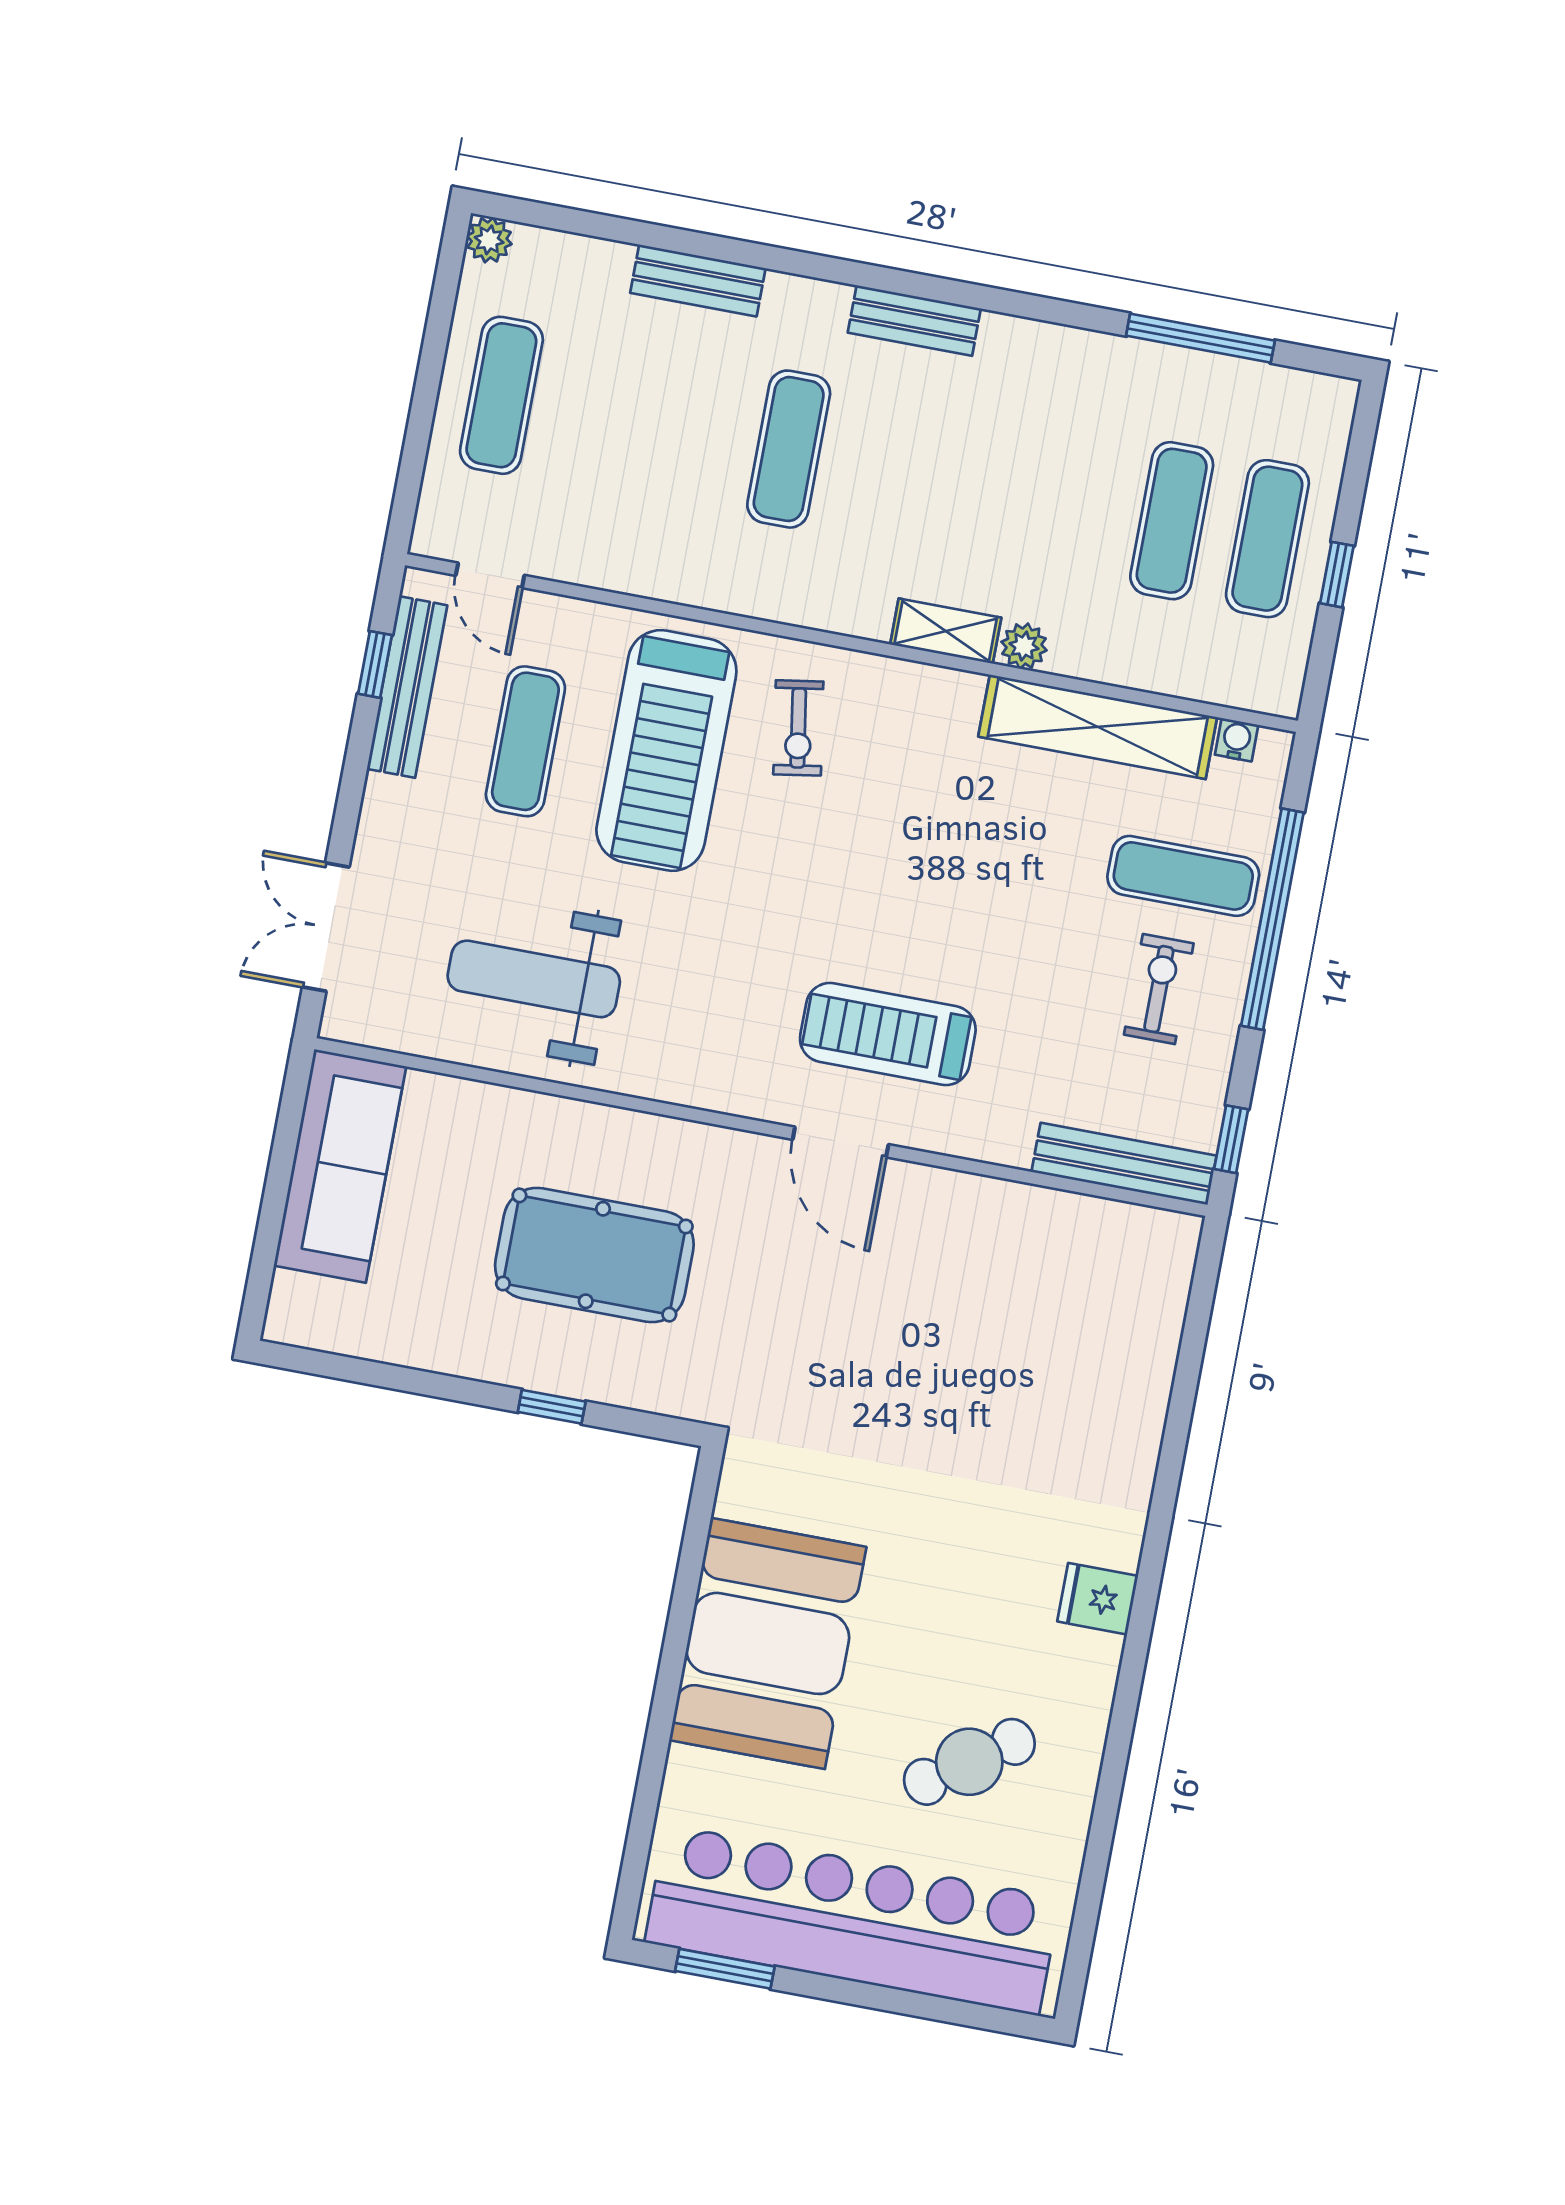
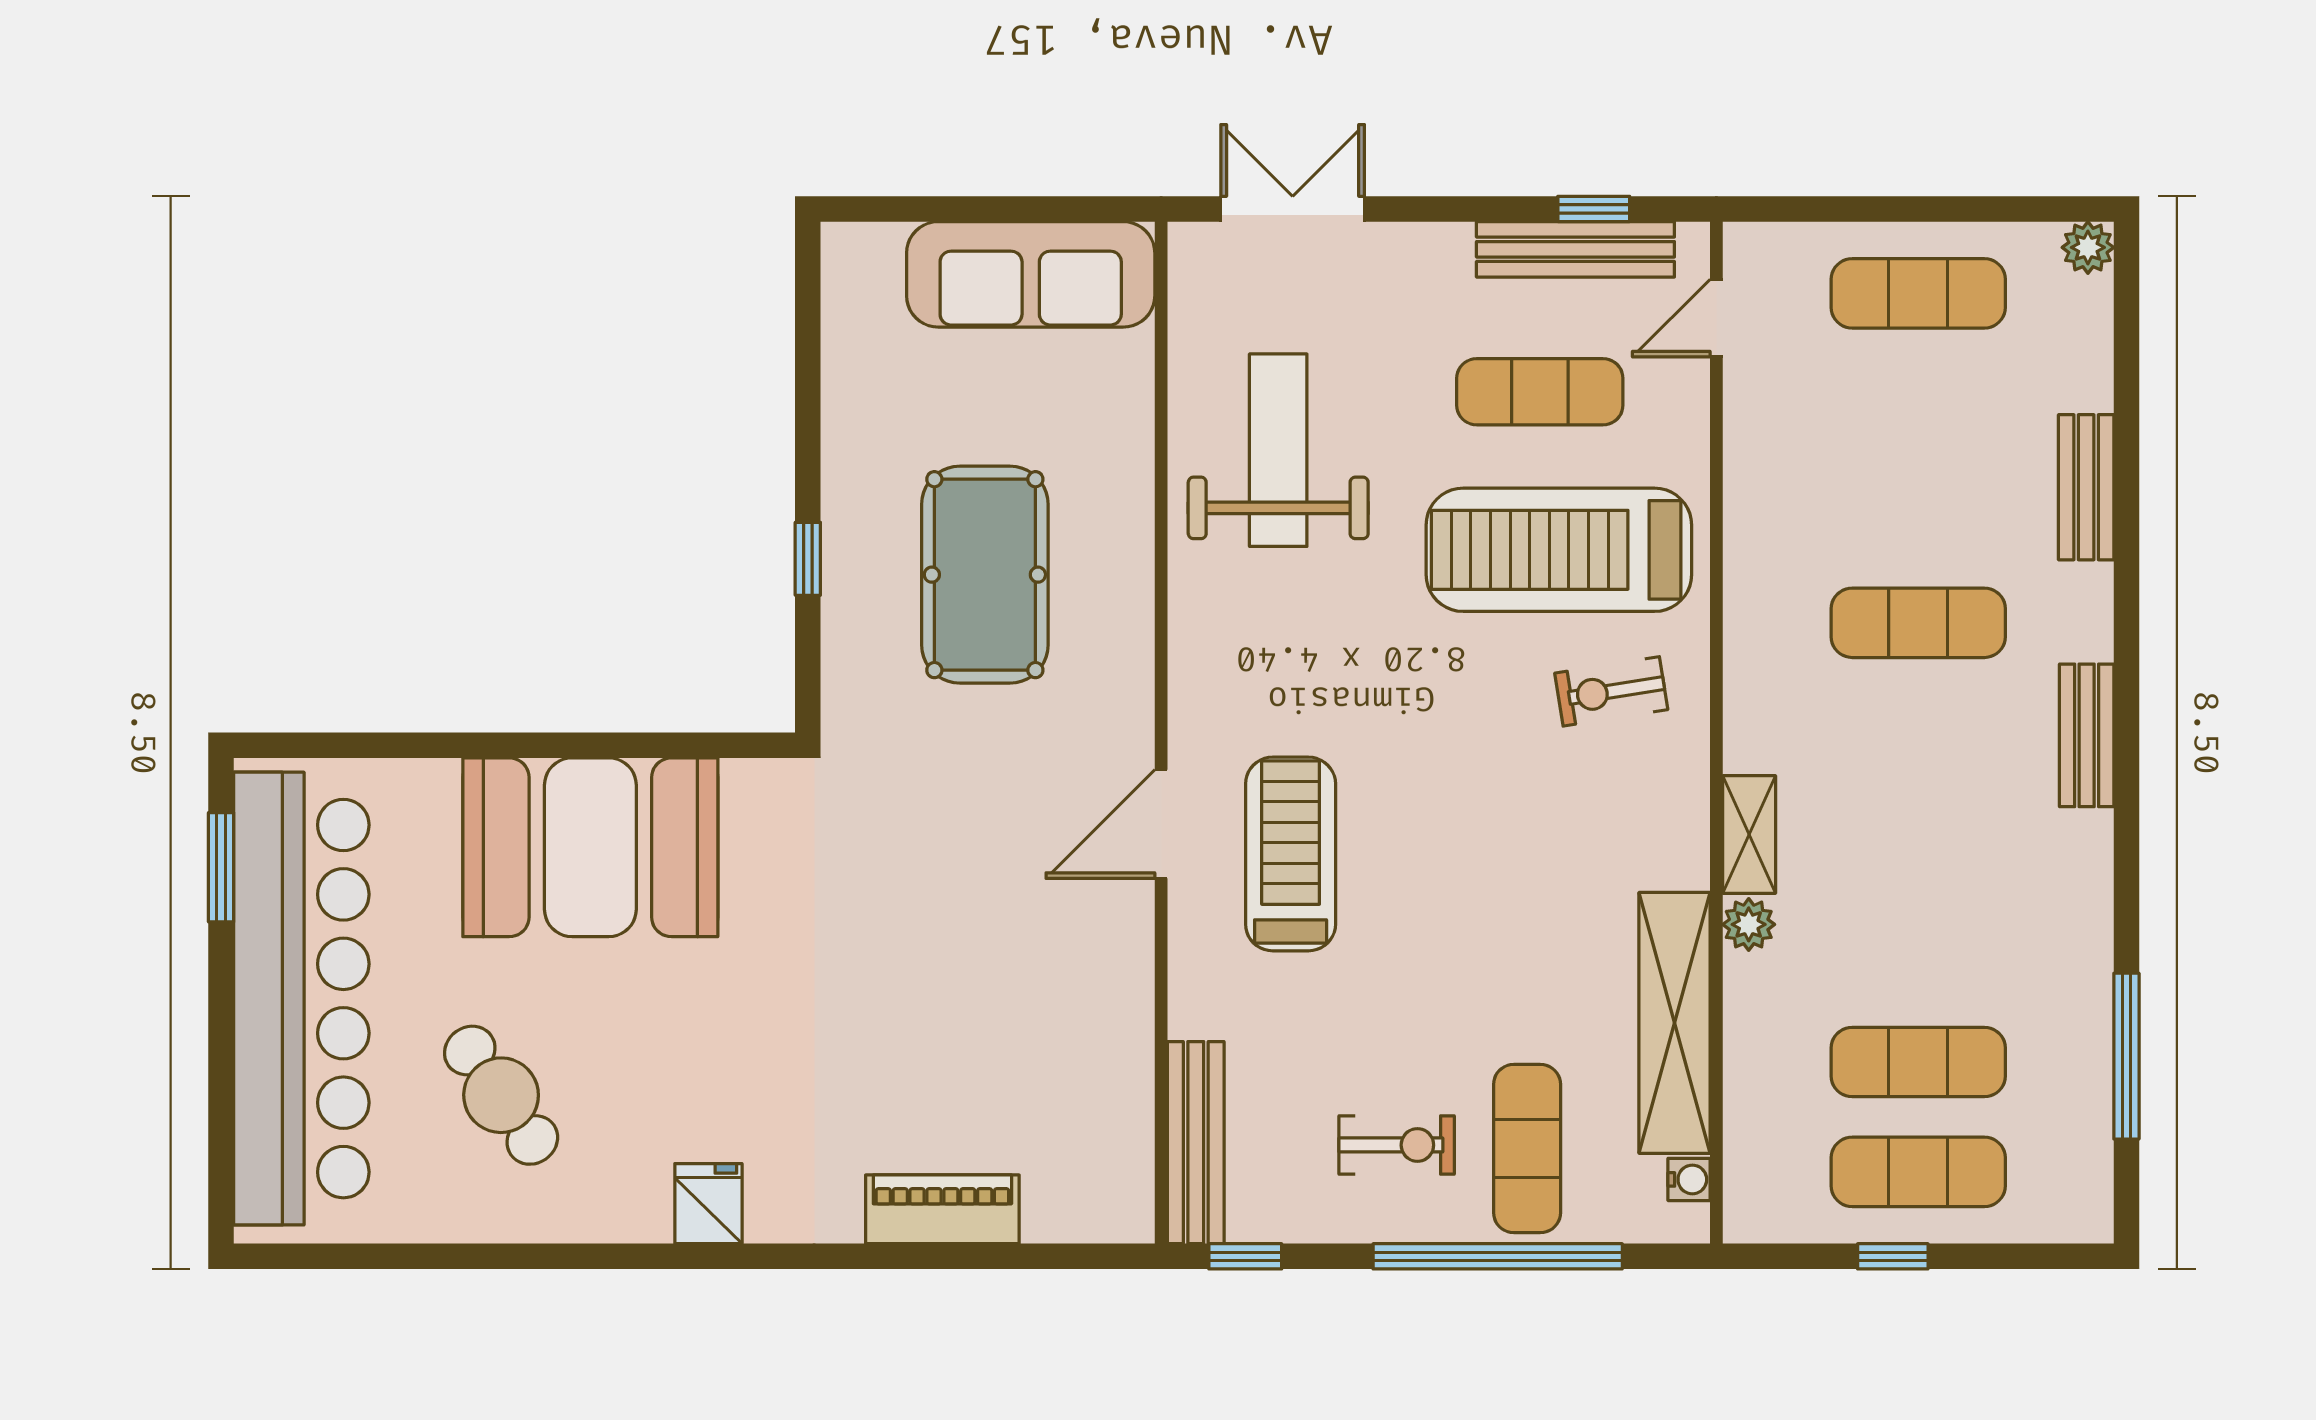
piano: (1141, 1396) -> (942, 1209), added

